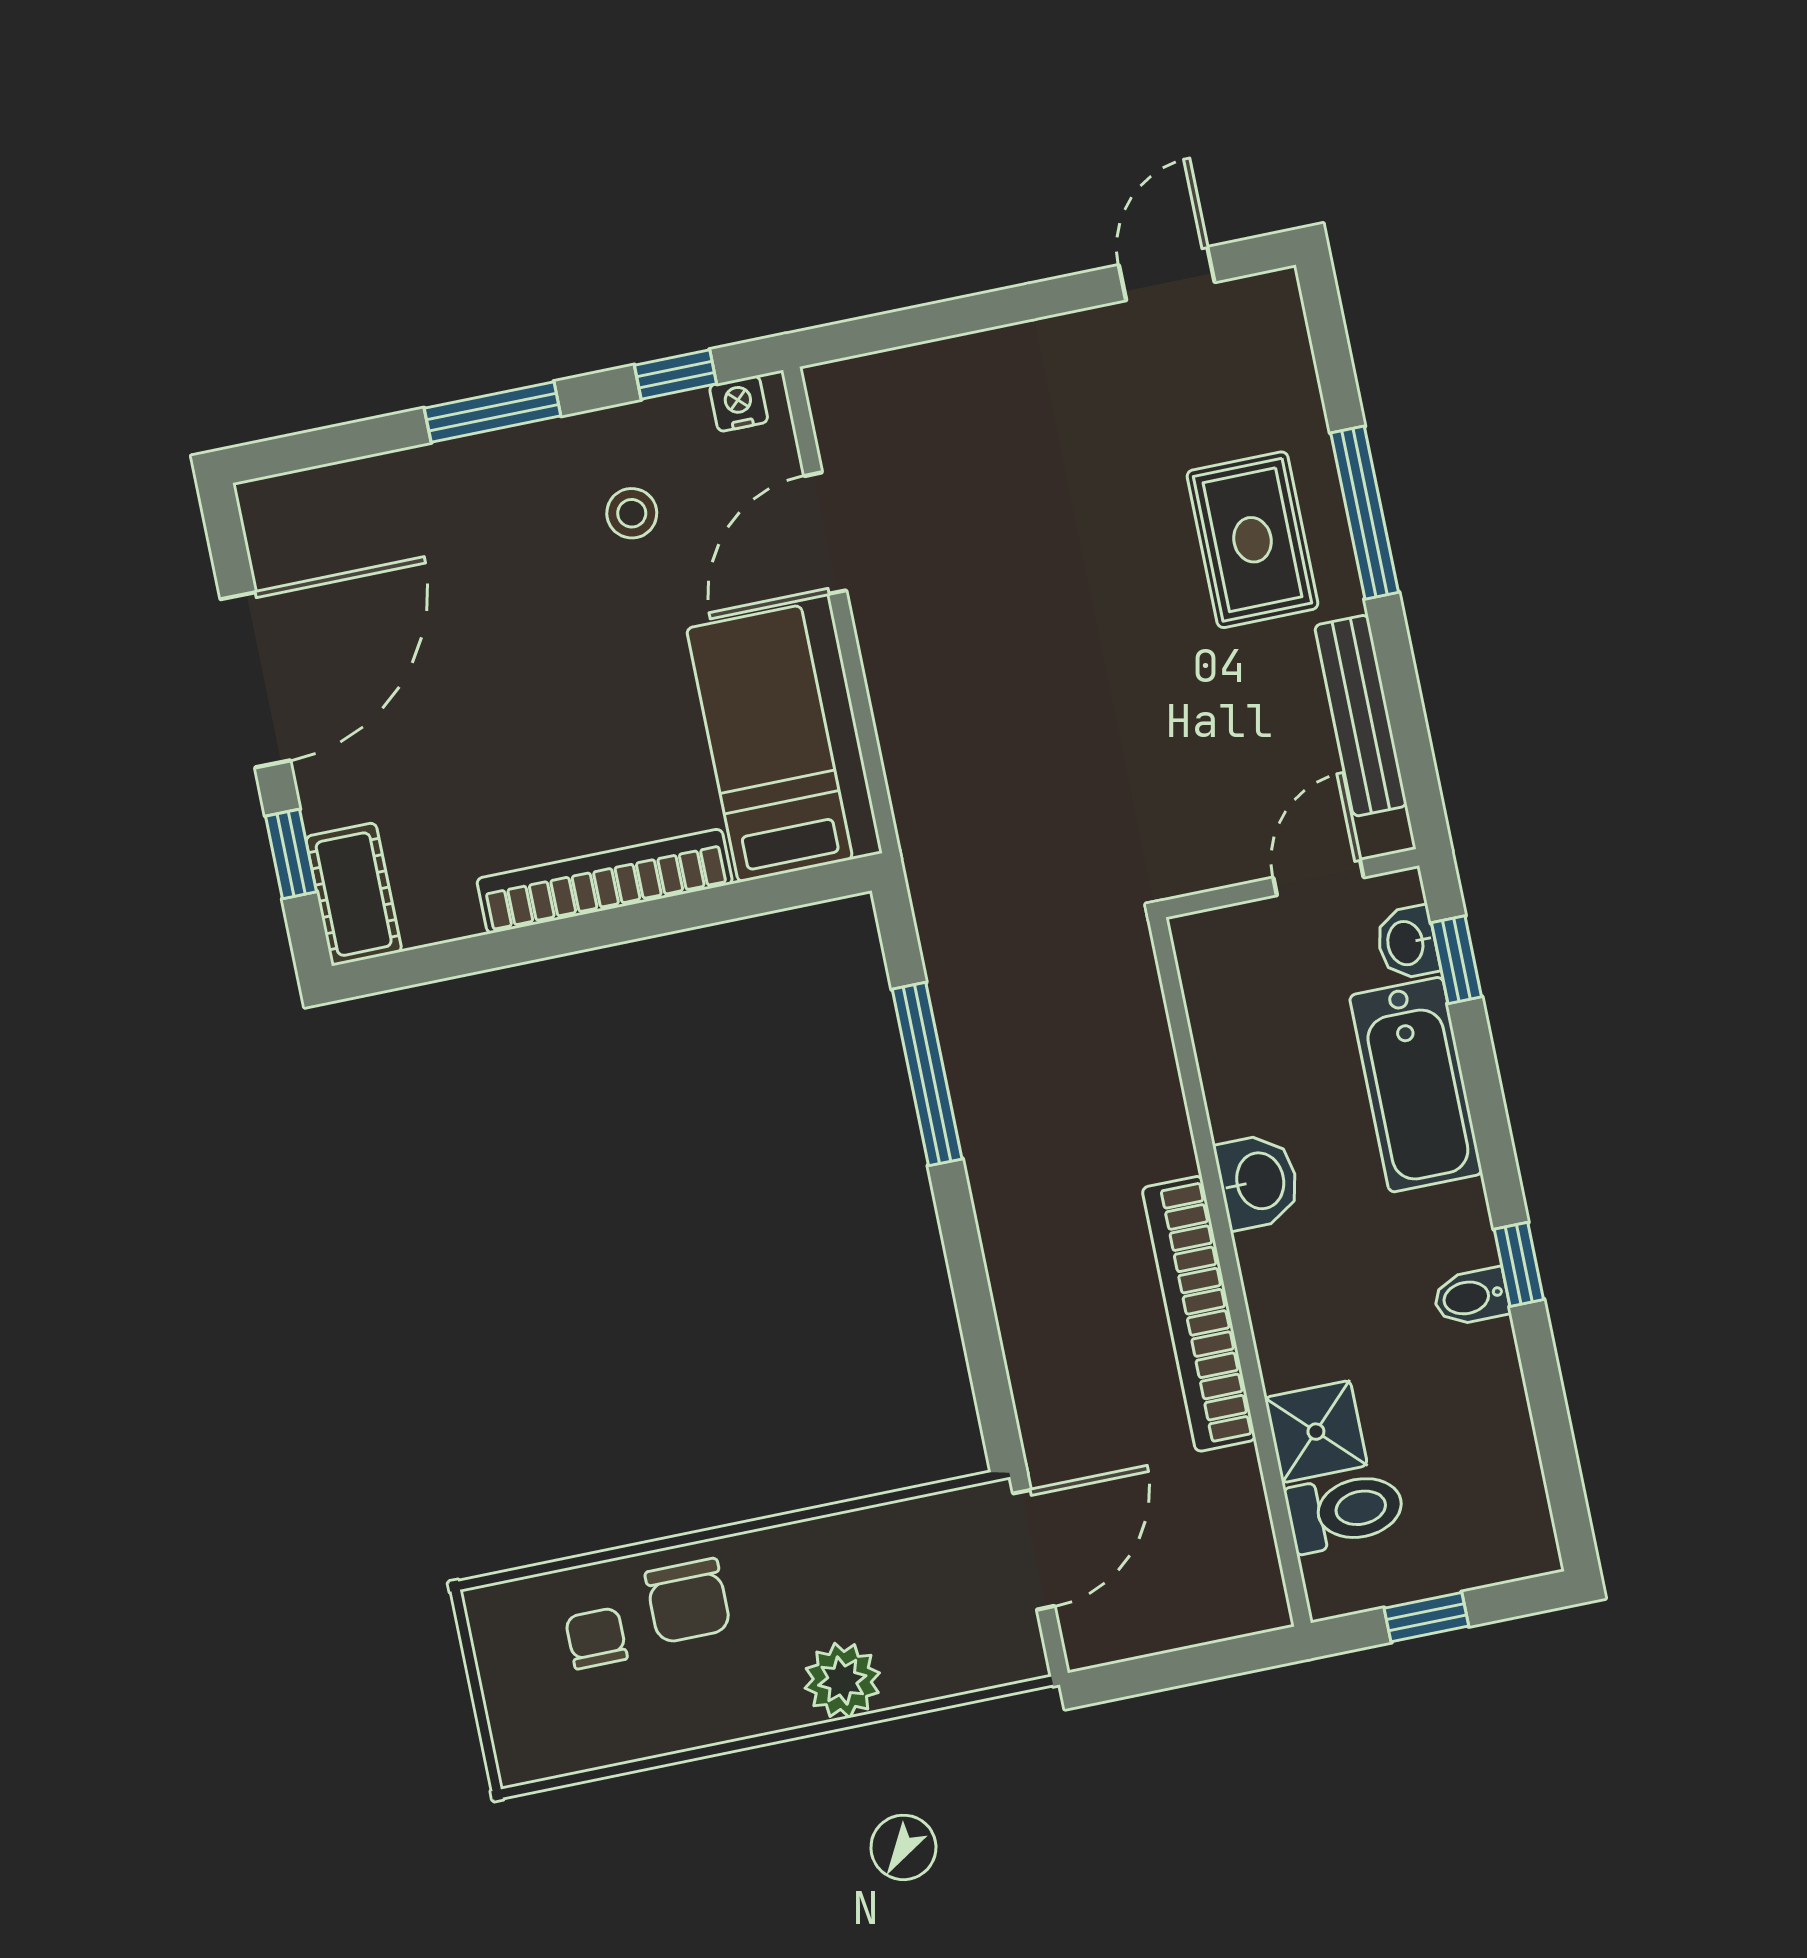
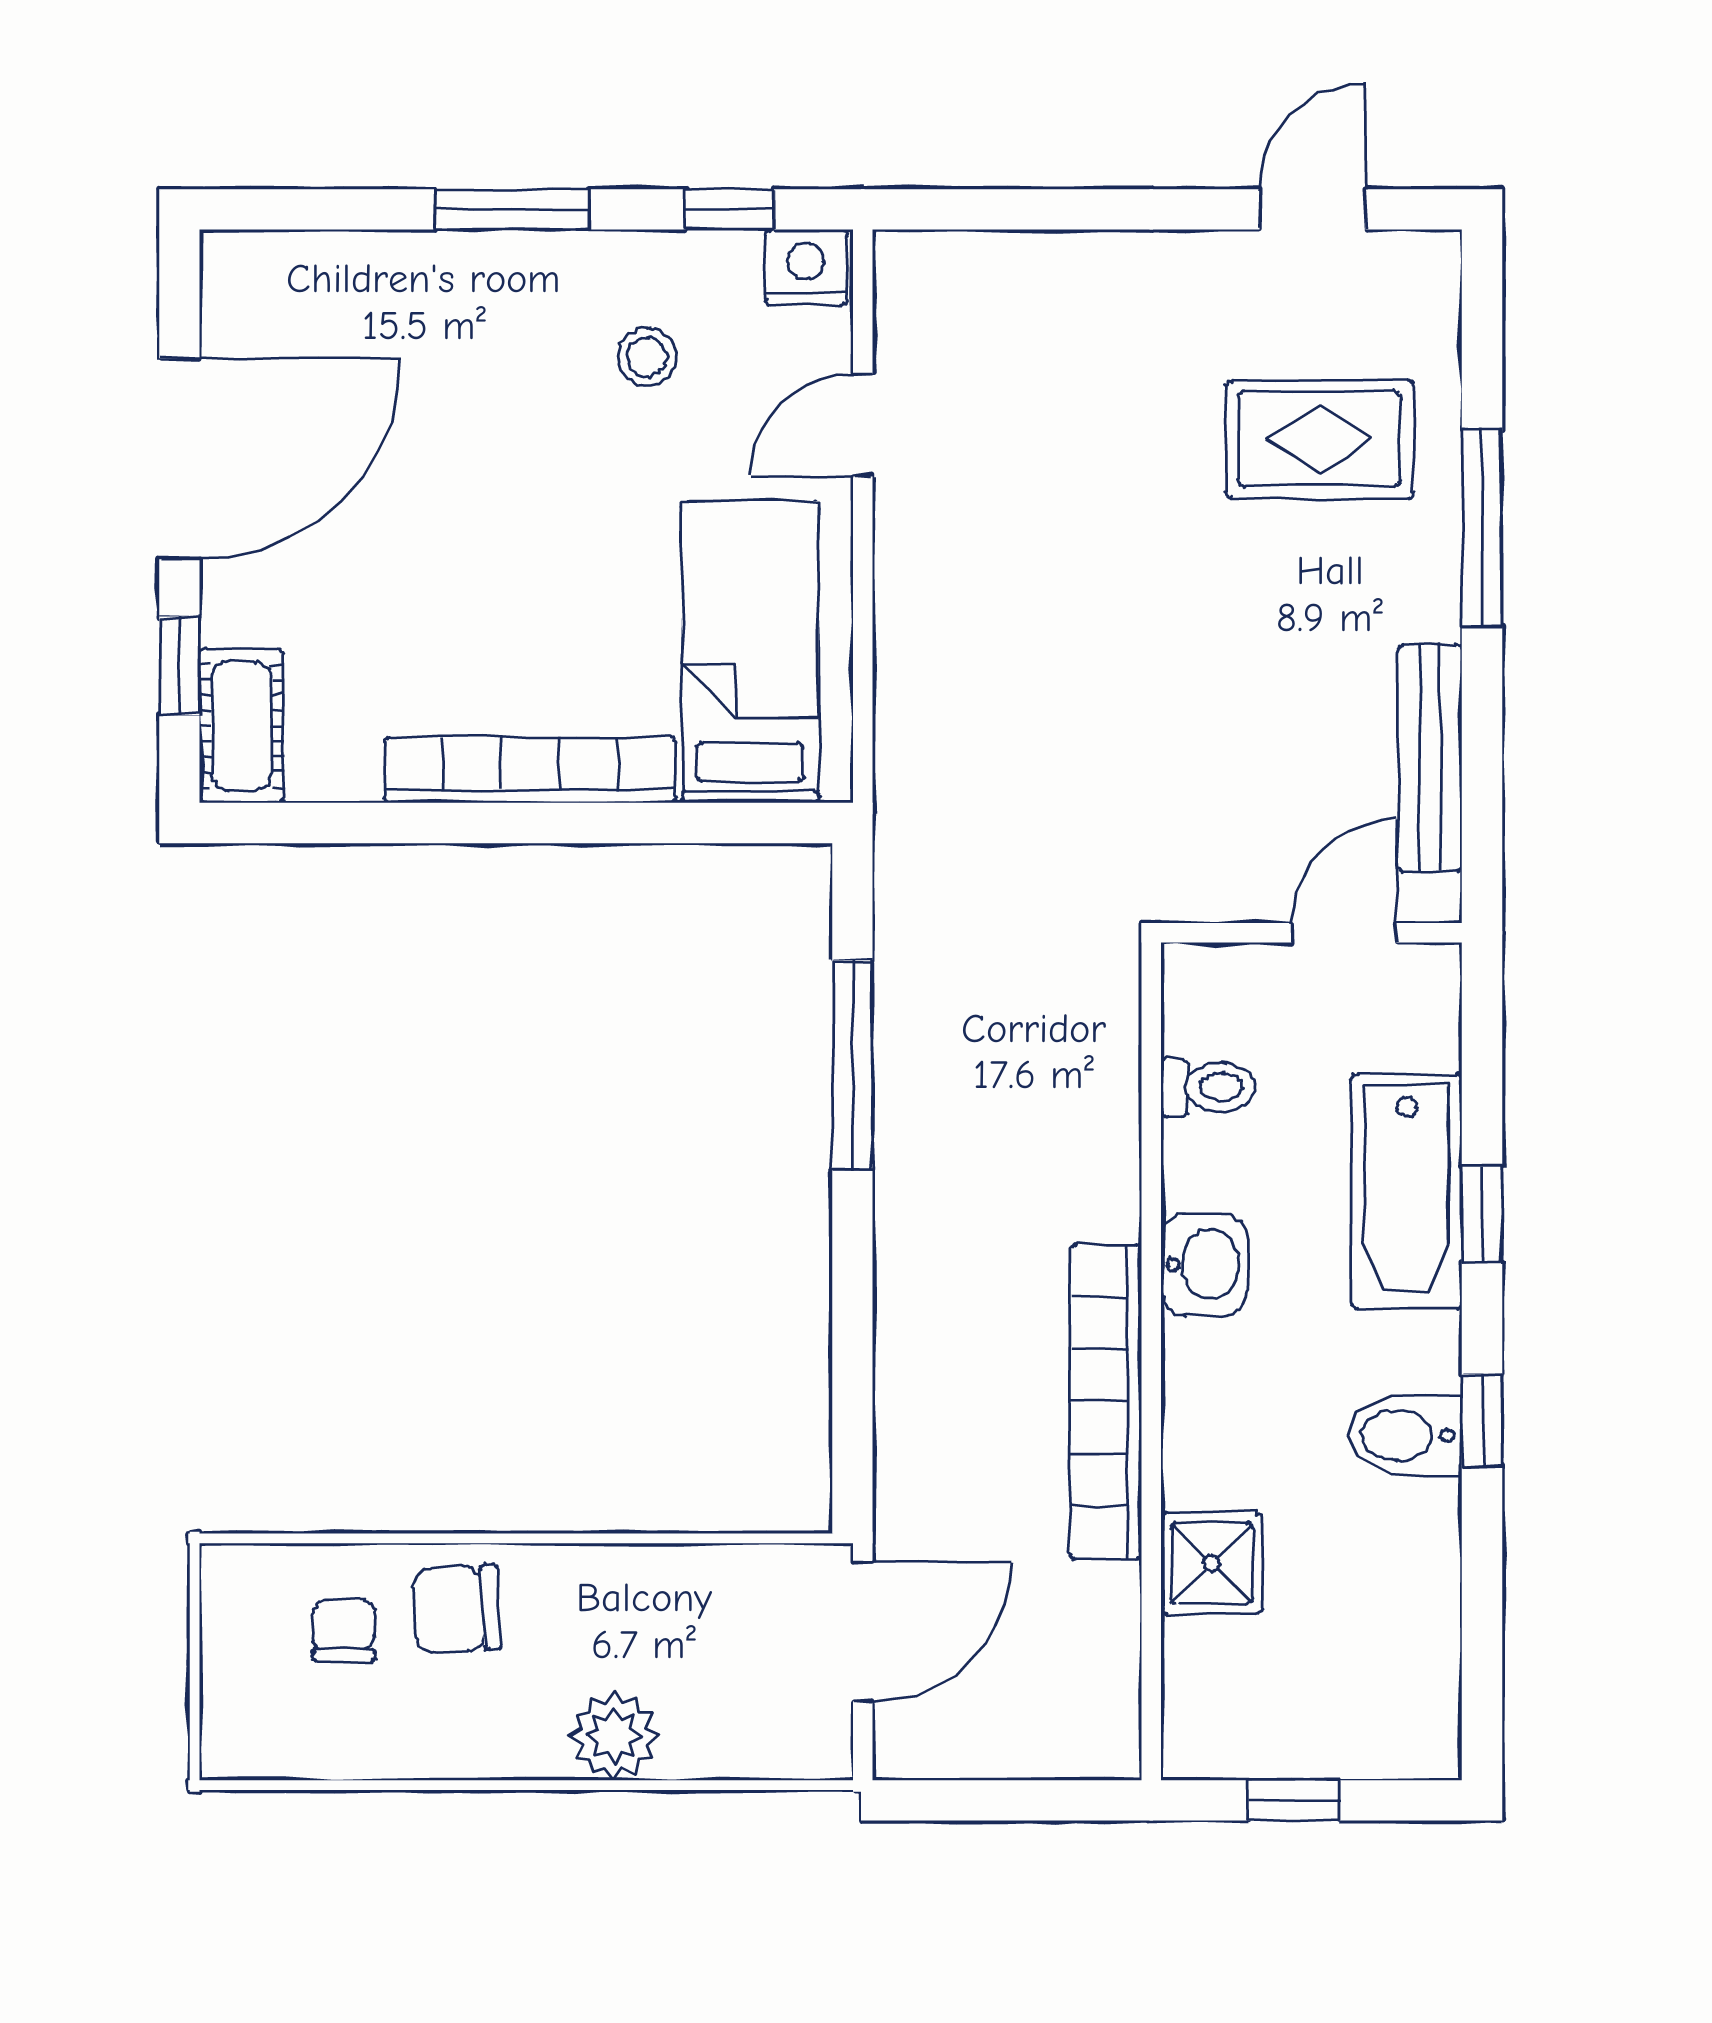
nightstand: (739, 404) -> (806, 267), width x1.39, depth x1.35
door: (825, 533) -> (863, 425), width x0.73
rug: (1253, 540) -> (1320, 439), moved, turned 90
washbasin: (1407, 943) -> (1430, 1028), removed
window: (1456, 960) -> (1482, 1214), moved
bidet: (1471, 1297) -> (1405, 1435), width x1.38, depth x1.36
toilet: (1345, 1511) -> (1208, 1087), moved, width x0.73, depth x0.72
chair: (688, 1601) -> (457, 1609), turned 87

